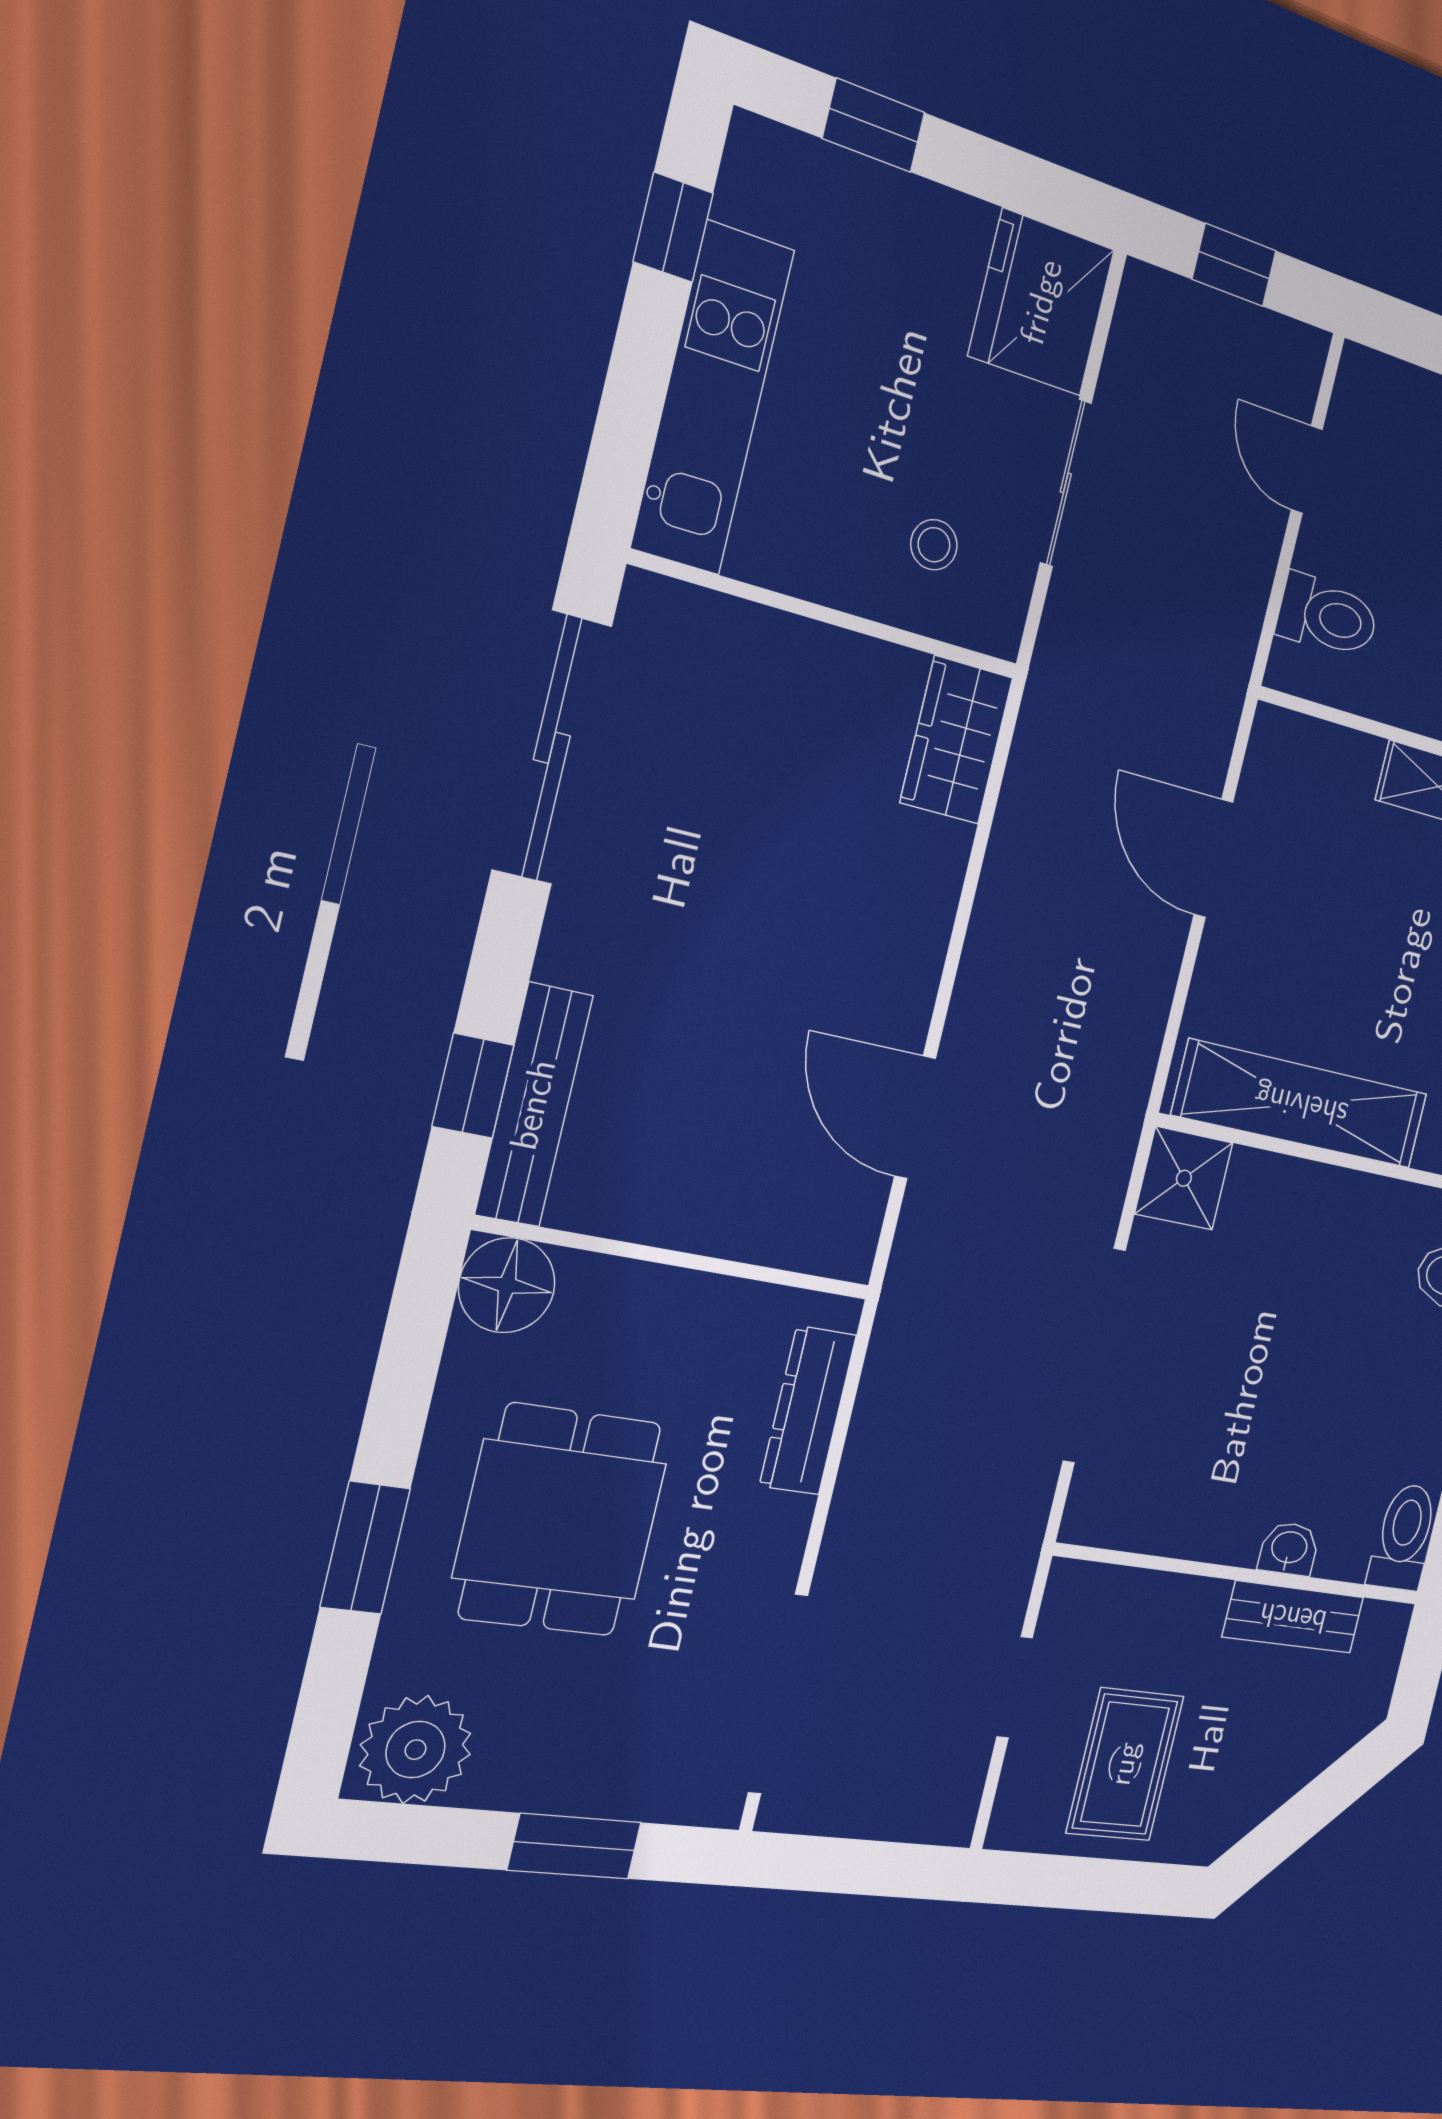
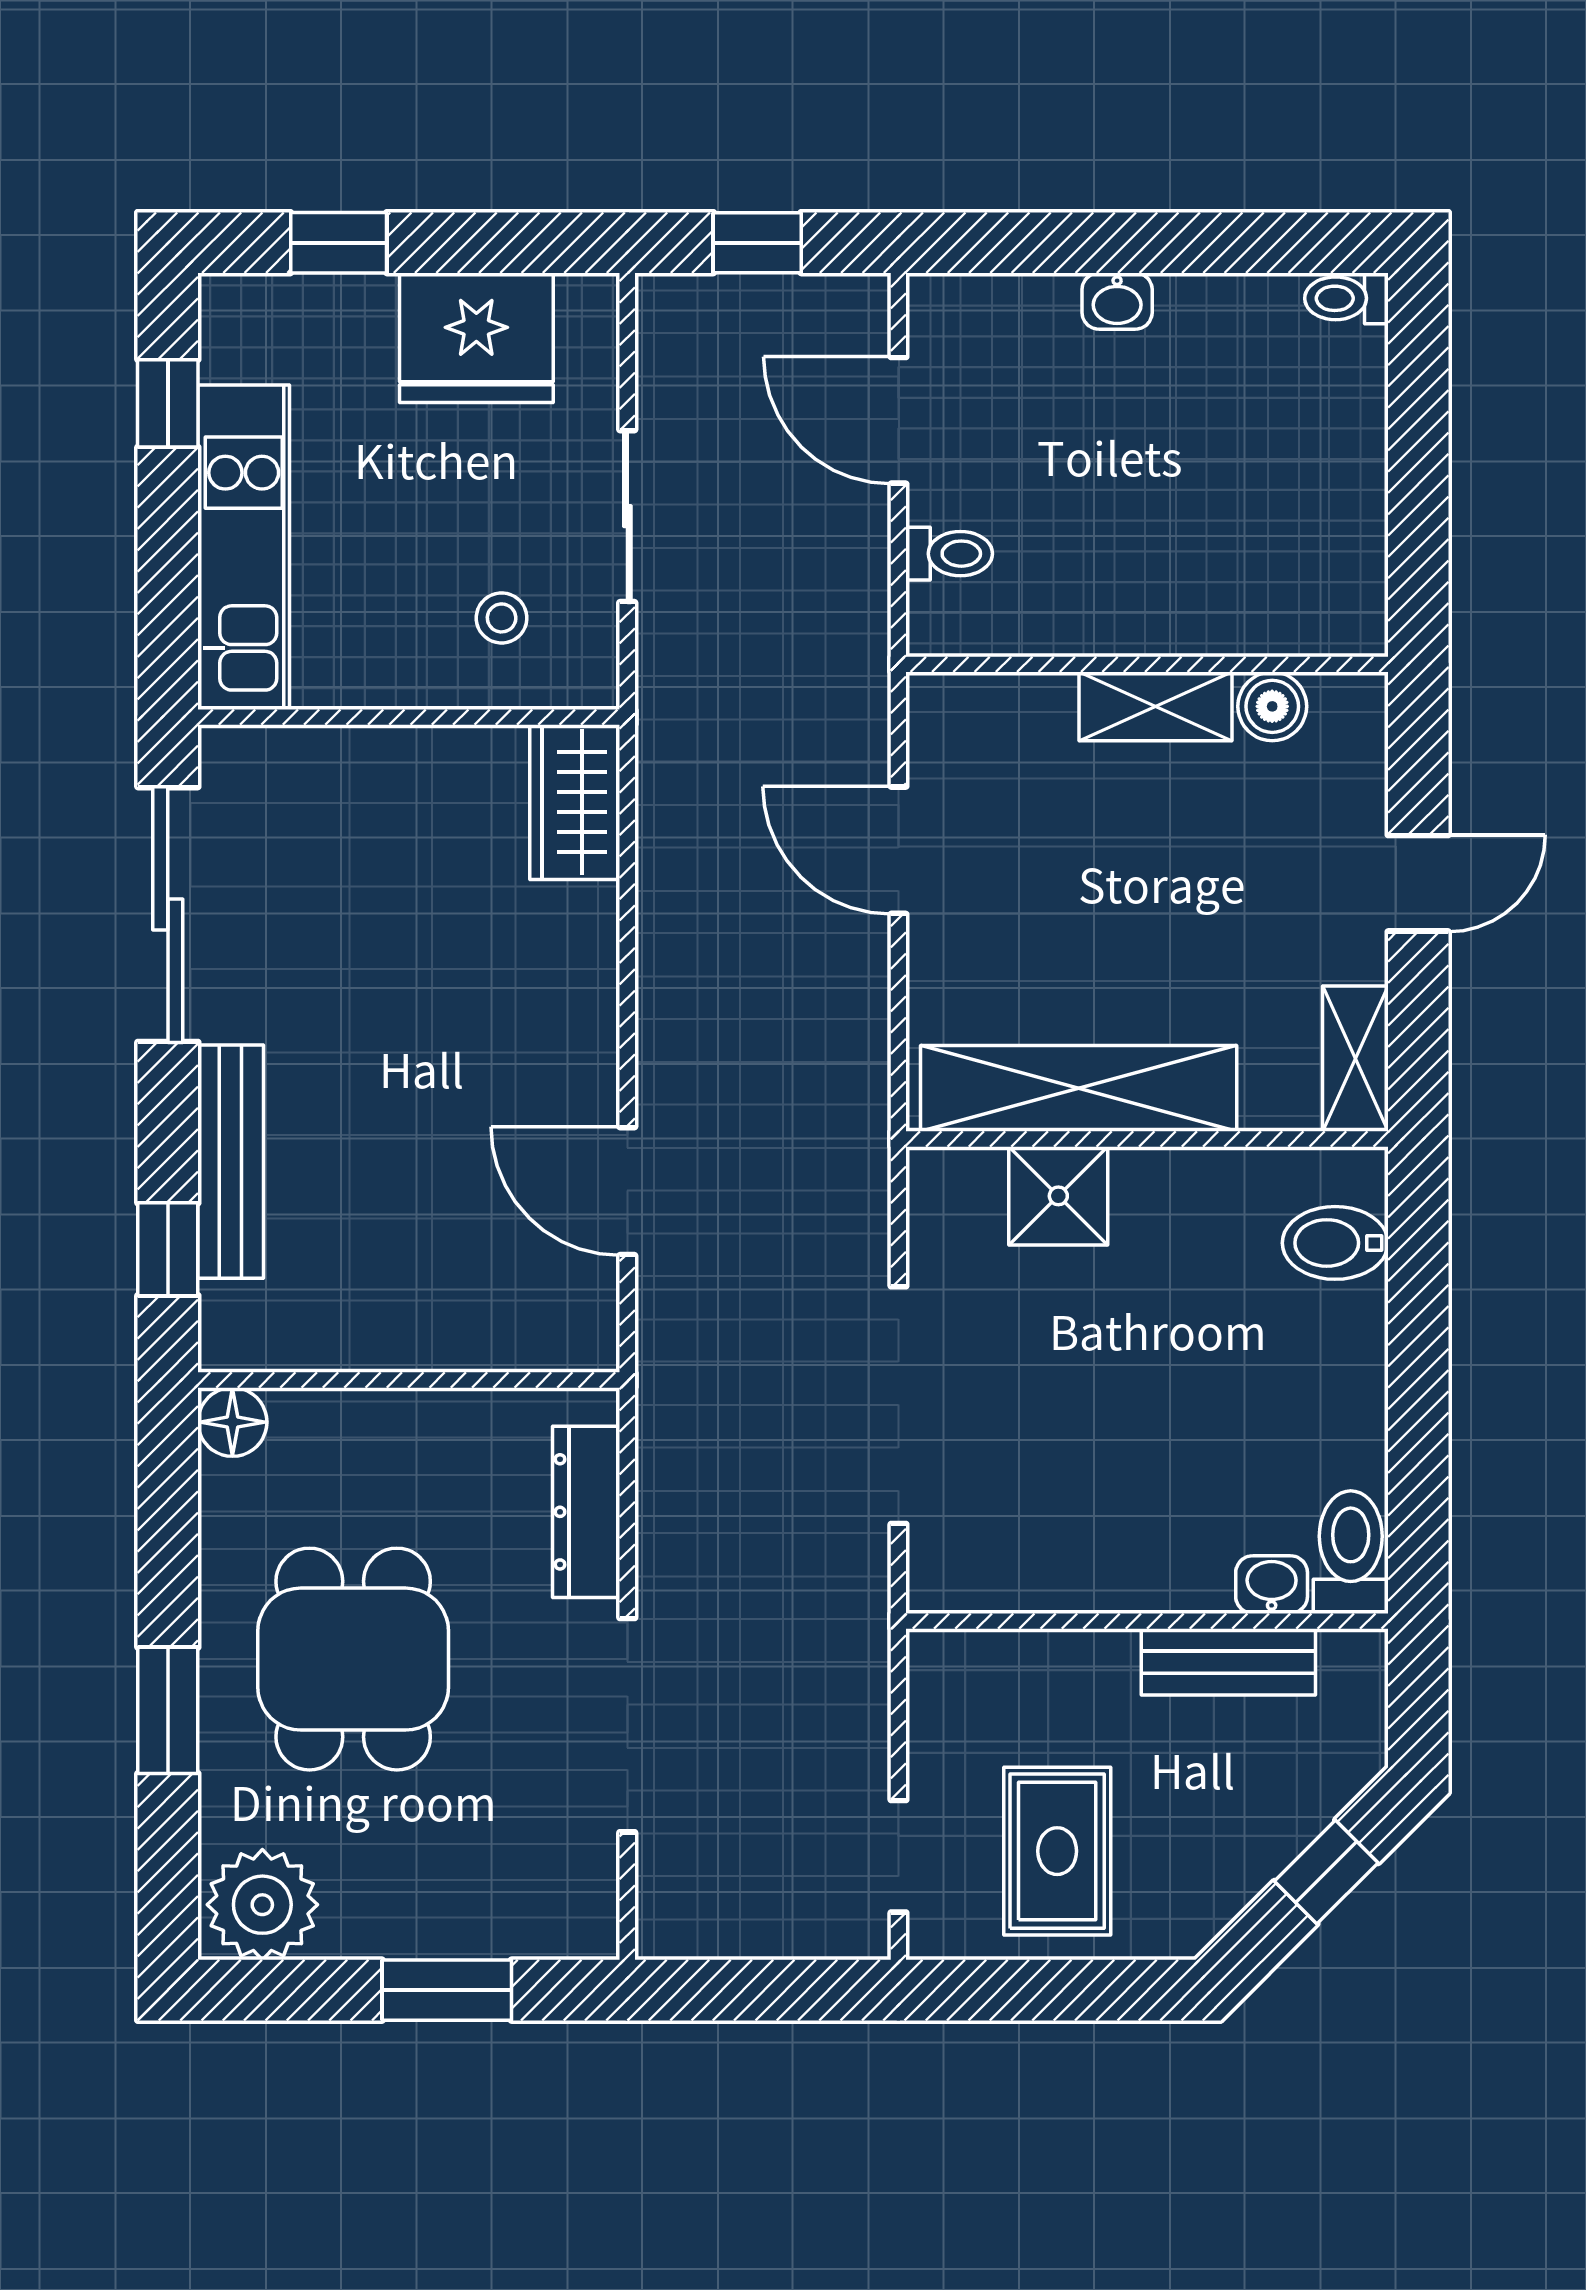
fridge: (1042, 302) -> (476, 338), moved, turned -90
door: (1307, 470) -> (898, 420), width x1.38
toilet: (1328, 616) -> (949, 554), width x0.73, depth x0.72
bench: (534, 1105) -> (231, 1162), moved
shower: (1184, 1178) -> (1058, 1196), moved
floor lamp: (507, 1285) -> (232, 1422), width x0.73, depth x0.73
washbasin: (1289, 1549) -> (1272, 1585), moved
doorway: (1015, 1687) -> (898, 1856), moved
doorway: (778, 1694) -> (627, 1725), moved
window: (1321, 1801) -> (1326, 1872), added

